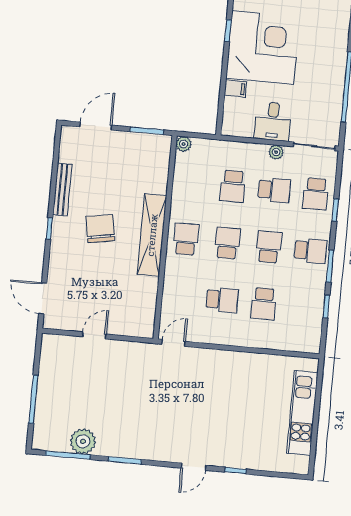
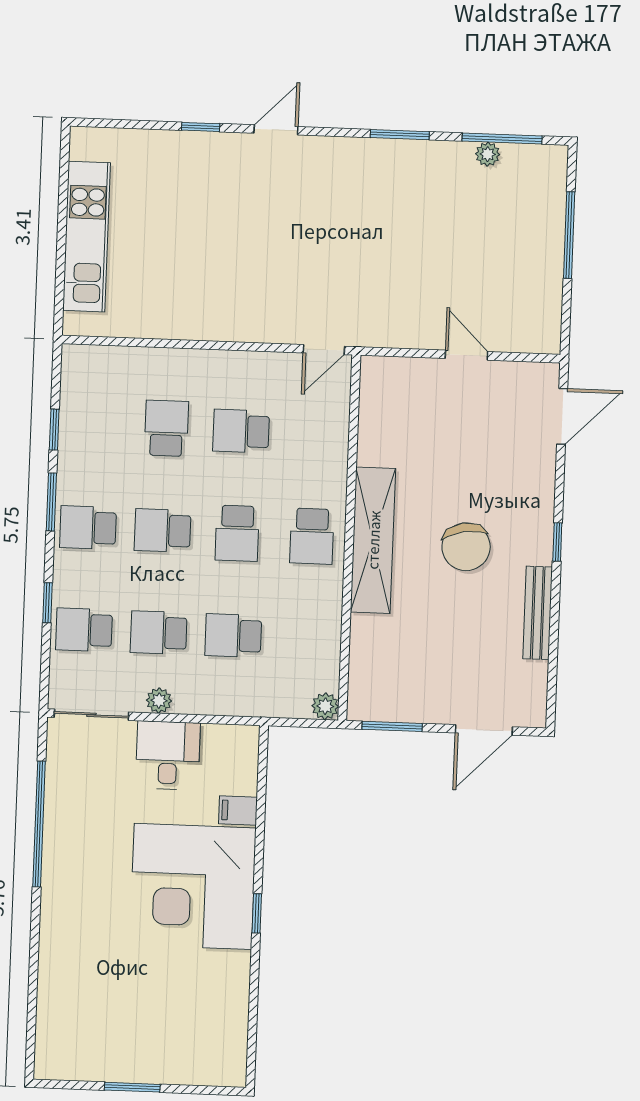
school desk: (233, 186) -> (233, 636), turned -90
school desk: (316, 194) -> (84, 630), turned -90
school desk: (269, 247) -> (163, 530), turned 90
door: (43, 298) -> (562, 416), hinge flipped
door: (94, 335) -> (466, 355), swing flipped
plant: (83, 441) -> (488, 154), width x0.53, depth x0.53

